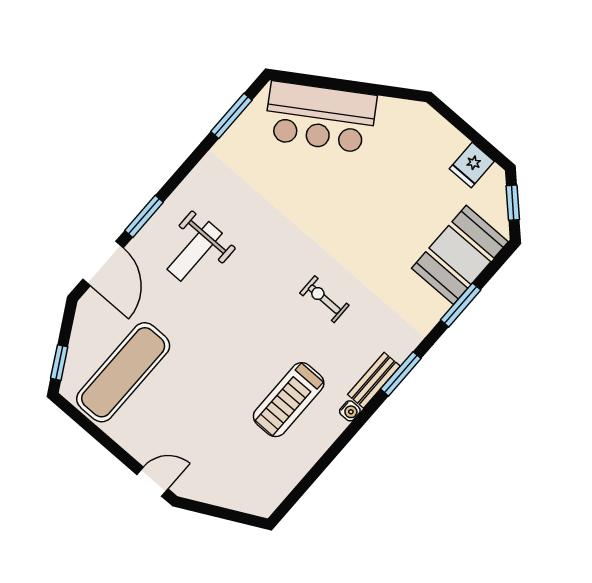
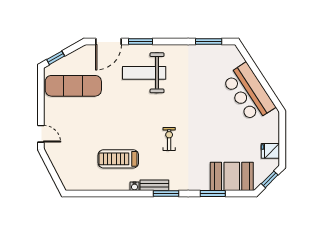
bar counter: (320, 117) -> (249, 93), moved
weight bench: (195, 251) -> (144, 73), width x1.36, depth x1.33

